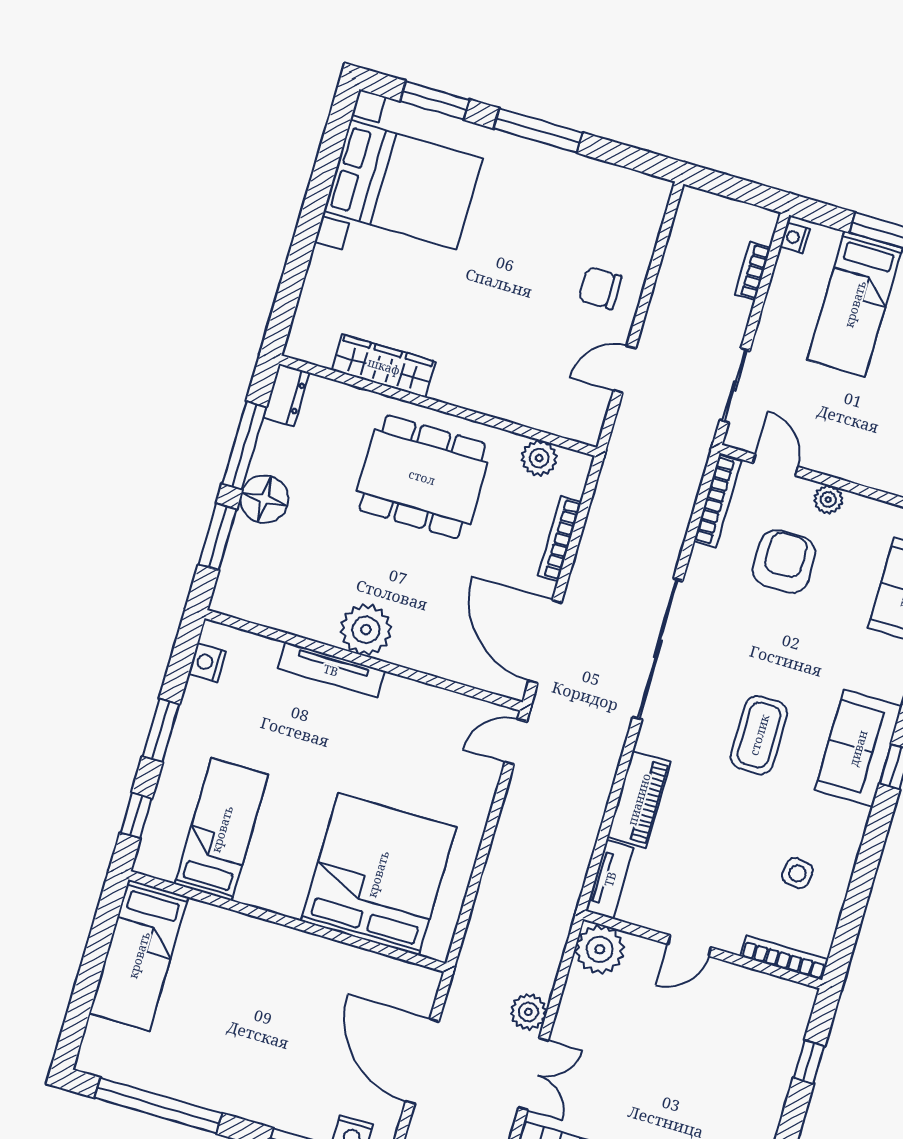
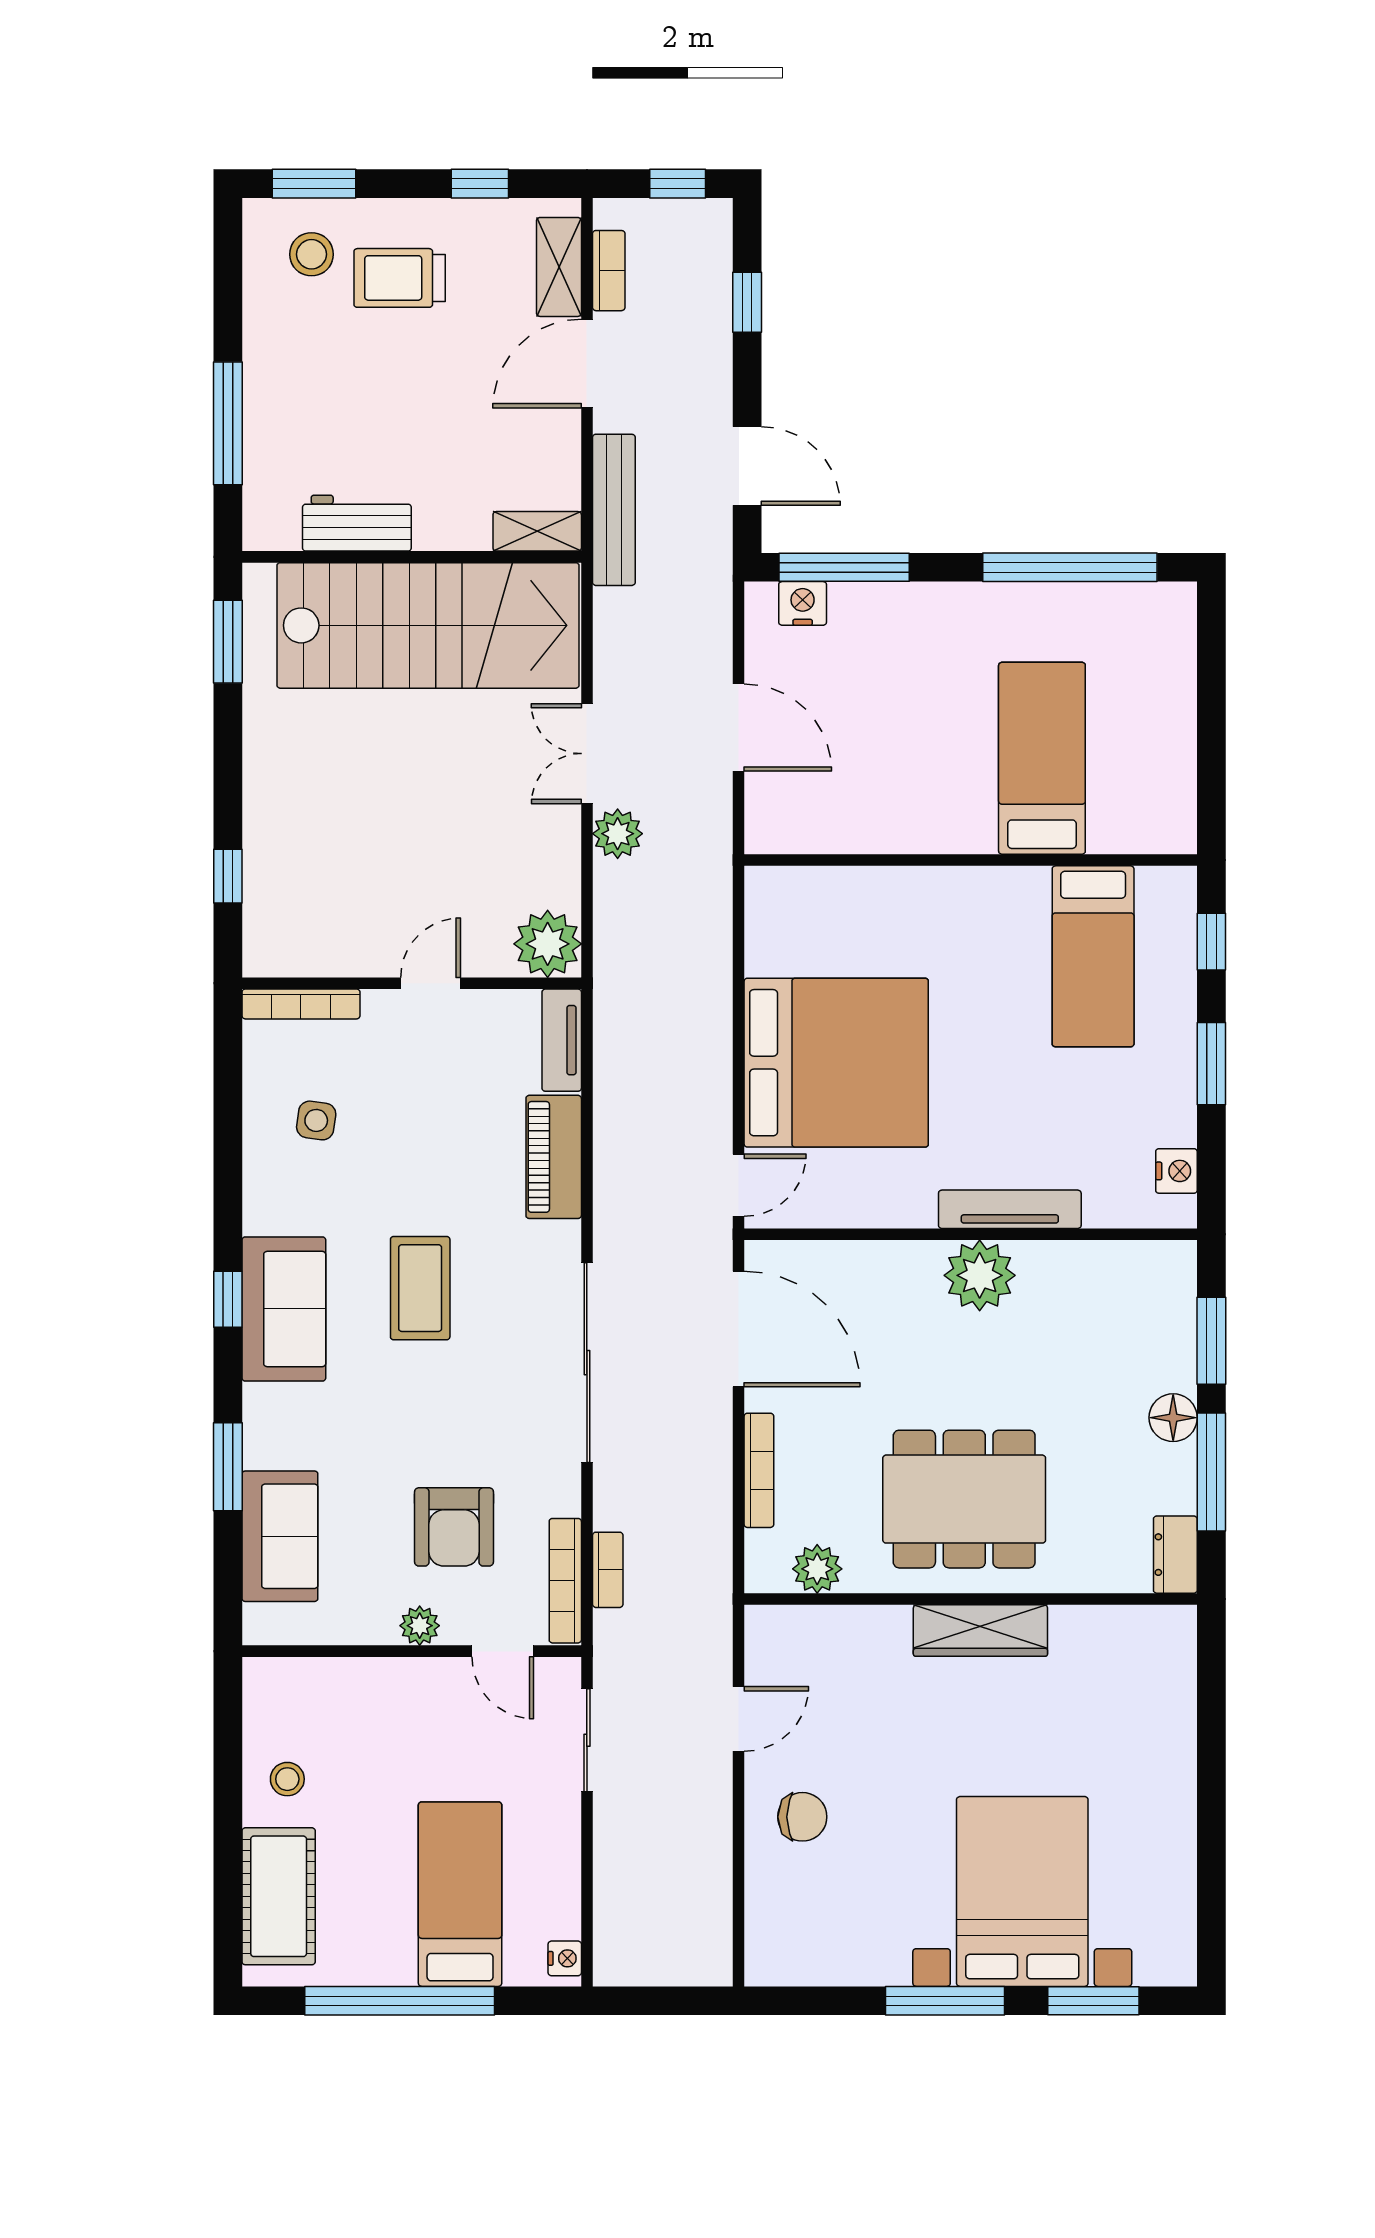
bed with nightstands: (403, 185) -> (1022, 1891), moved, turned 90
bookcase: (753, 271) -> (608, 1570), moved
wardrobe: (384, 366) -> (980, 1631), moved
floor lamp: (264, 499) -> (1173, 1418), width x0.73, depth x0.73
bed: (378, 874) -> (836, 1063), moved, turned -90
bed: (139, 955) -> (1042, 758), moved
door: (422, 1061) -> (739, 728), width x0.73

